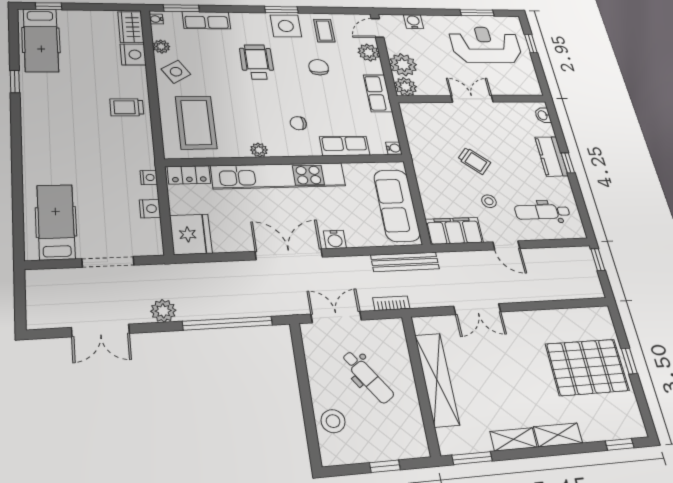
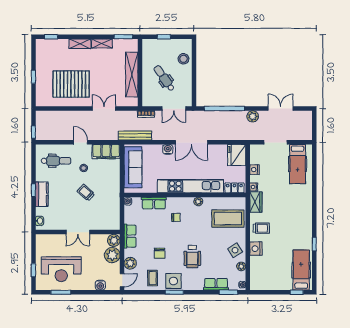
wardrobe: (131, 27) -> (256, 202), moved
nightstand: (133, 55) -> (256, 249), moved
coffee table: (196, 122) -> (228, 219), turned 90
pallet: (587, 367) -> (71, 84), moved

